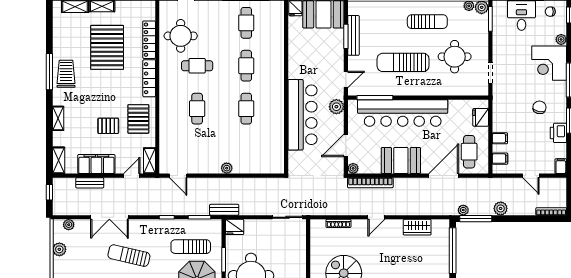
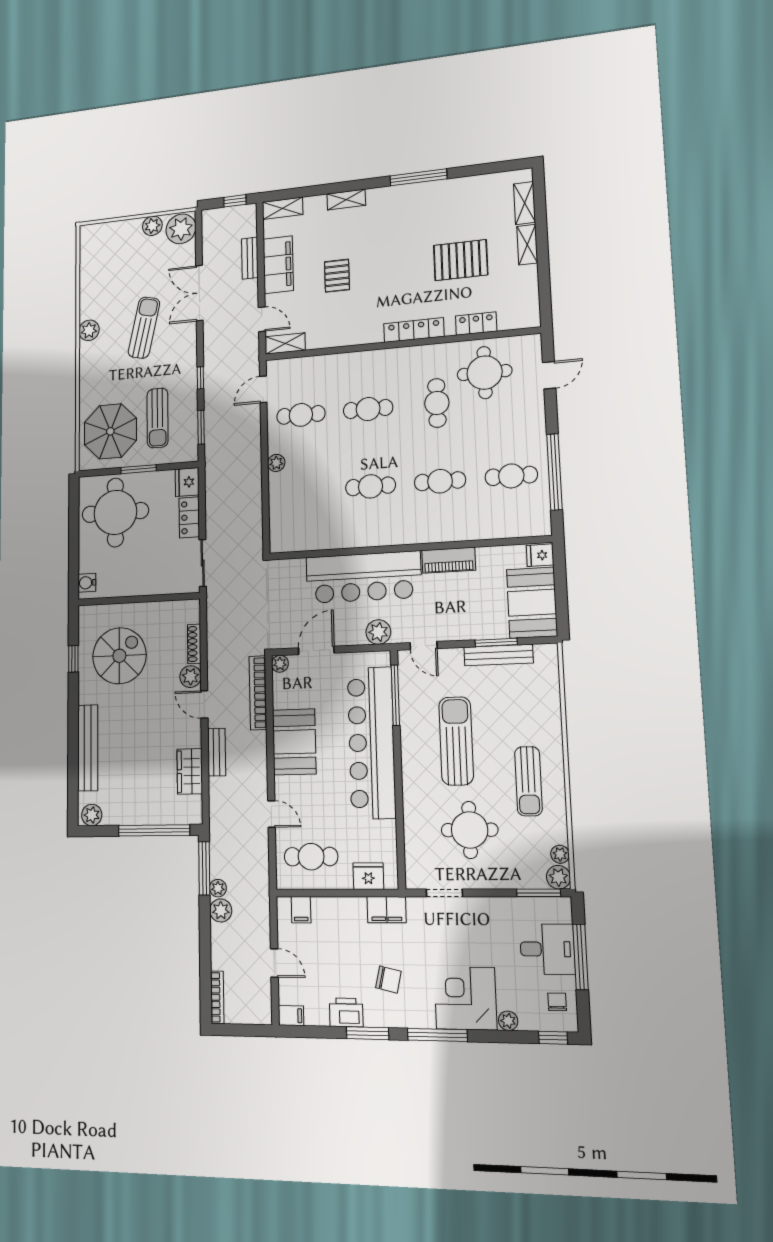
locker: (149, 40) -> (476, 324), width x0.66
pallet: (107, 47) -> (461, 260), width x0.73, depth x0.71
piano: (295, 62) -> (449, 560), added
trolley: (66, 74) -> (416, 203), removed
pallet: (138, 119) -> (349, 320), removed
filing cabinet: (500, 138) -> (387, 910), moved, width x2.00
door: (346, 145) -> (316, 650), hinge flipped
cafe table: (197, 151) -> (301, 415), added
door: (444, 176) -> (271, 814), width x0.53
door: (531, 176) -> (274, 963), swing flipped
bench: (224, 210) -> (217, 752), moved
plant: (463, 210) -> (218, 888), moved
plant: (69, 225) -> (181, 229), width x1.87, depth x1.87
locker: (258, 226) -> (189, 517), added
plant: (359, 226) -> (190, 677), added
sun lounger: (191, 247) -> (158, 418), turned 180

